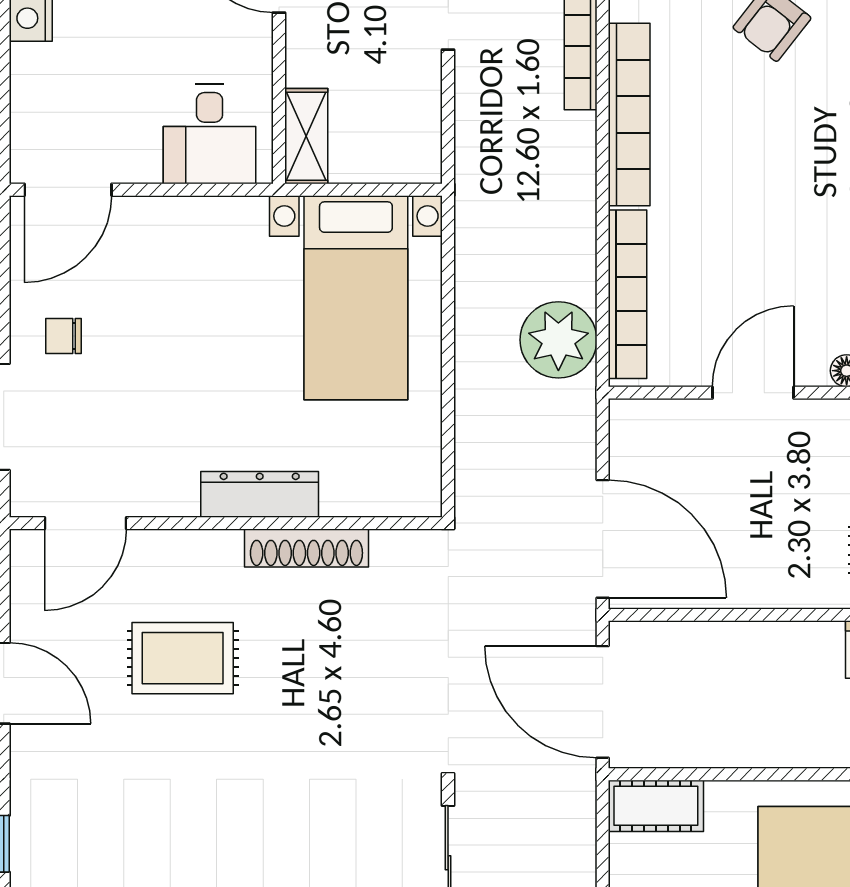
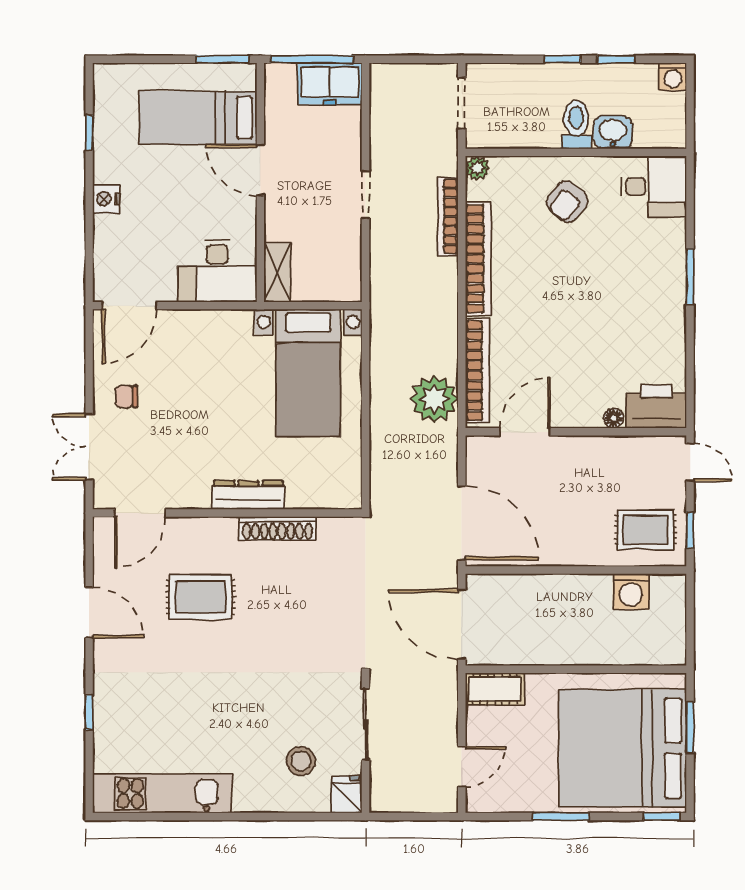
desk: (210, 134) -> (217, 271), width x1.37
door: (753, 393) -> (525, 432), moved

